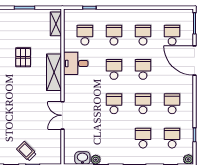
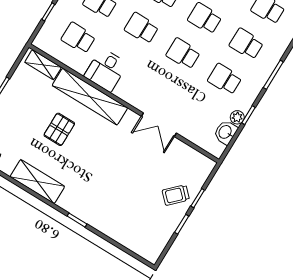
pallet: (23, 57) -> (59, 129), turned 90
shelving: (54, 72) -> (90, 97), width x1.47
school desk: (114, 138) -> (225, 79), added

